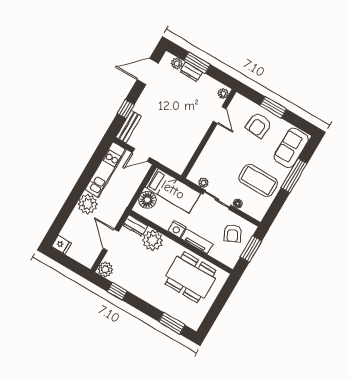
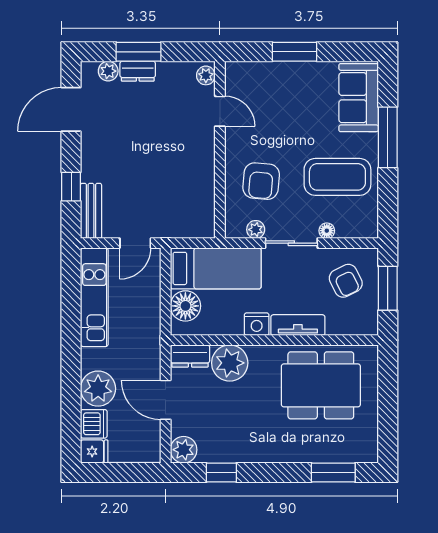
armchair: (258, 125) -> (261, 181), moved
plant: (88, 204) -> (98, 389), moved
dishwasher: (69, 231) -> (94, 424), added

